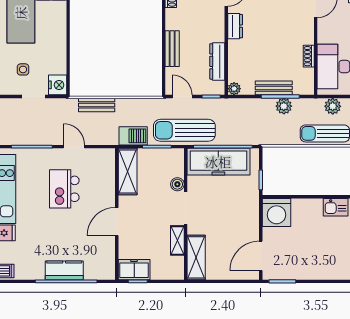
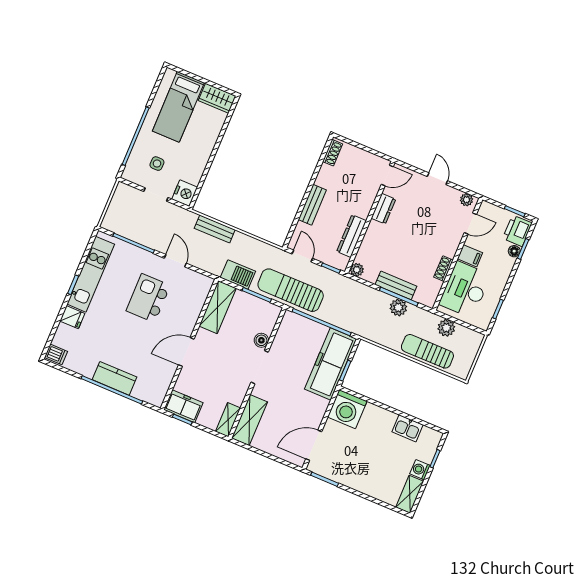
filing cabinet: (327, 35) -> (470, 256), added
freezer: (218, 162) -> (331, 364), moved, turned 90
shelving: (177, 240) -> (228, 420), moved

